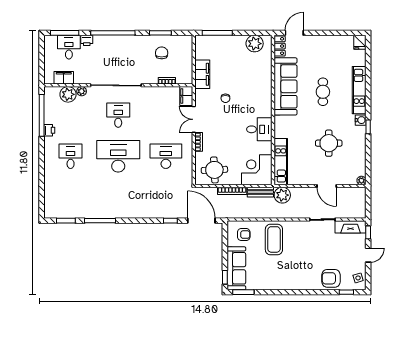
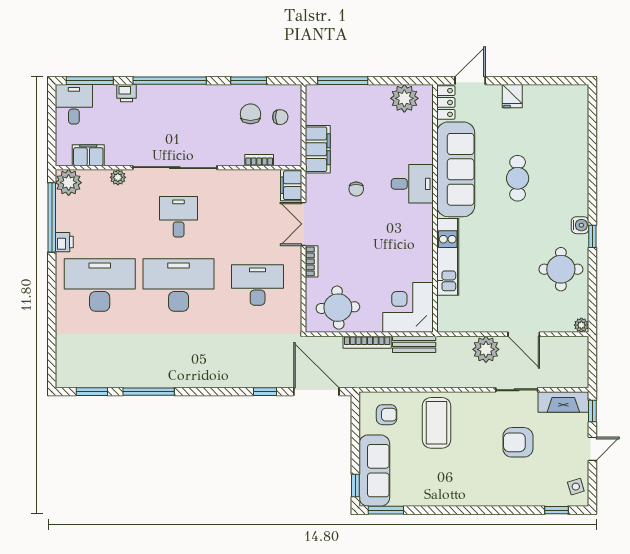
fridge: (360, 42) -> (512, 96), moved
desk: (69, 47) -> (74, 104), moved
chair: (180, 55) -> (280, 117), added
kitchen unit: (359, 90) -> (578, 176), removed
plant: (68, 94) -> (69, 183), moved
desk: (259, 129) -> (412, 184), moved
round table: (329, 143) -> (561, 269), moved
desk: (71, 156) -> (100, 285), width x1.87, depth x1.30
kitchen unit: (281, 162) -> (448, 257), moved
plant: (282, 195) -> (486, 349), moved
armchair: (331, 278) -> (518, 442), moved

